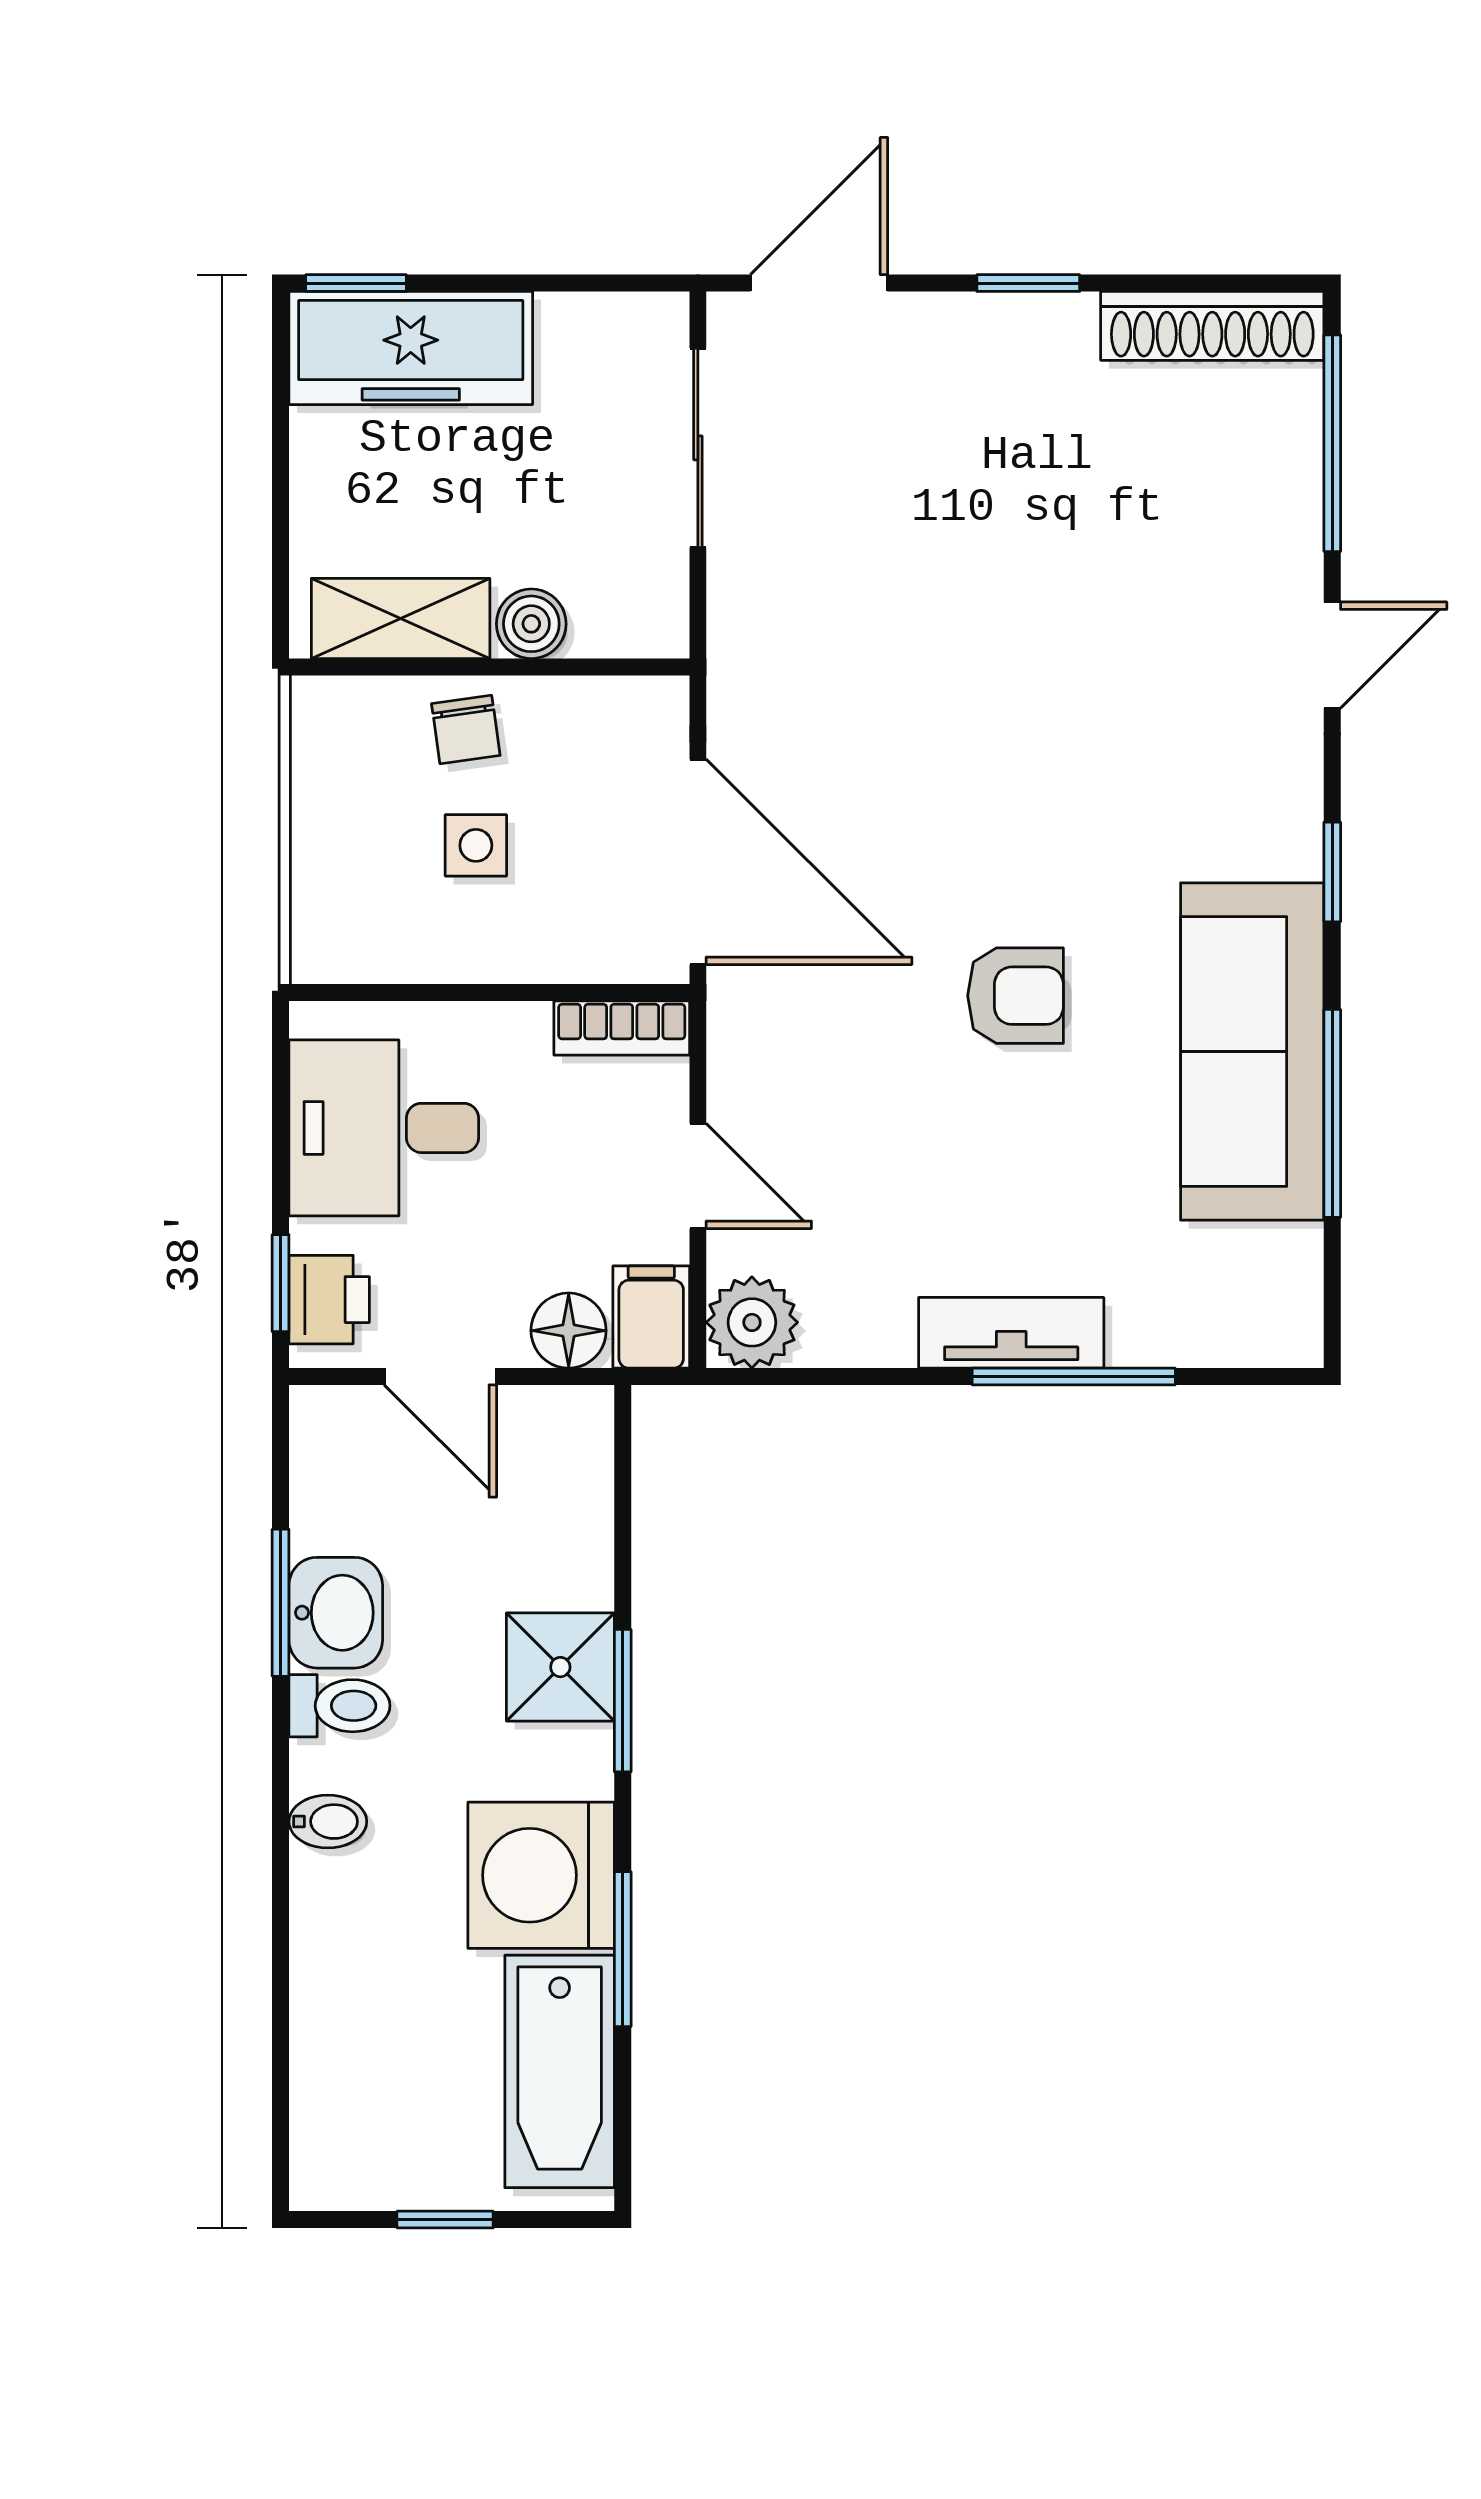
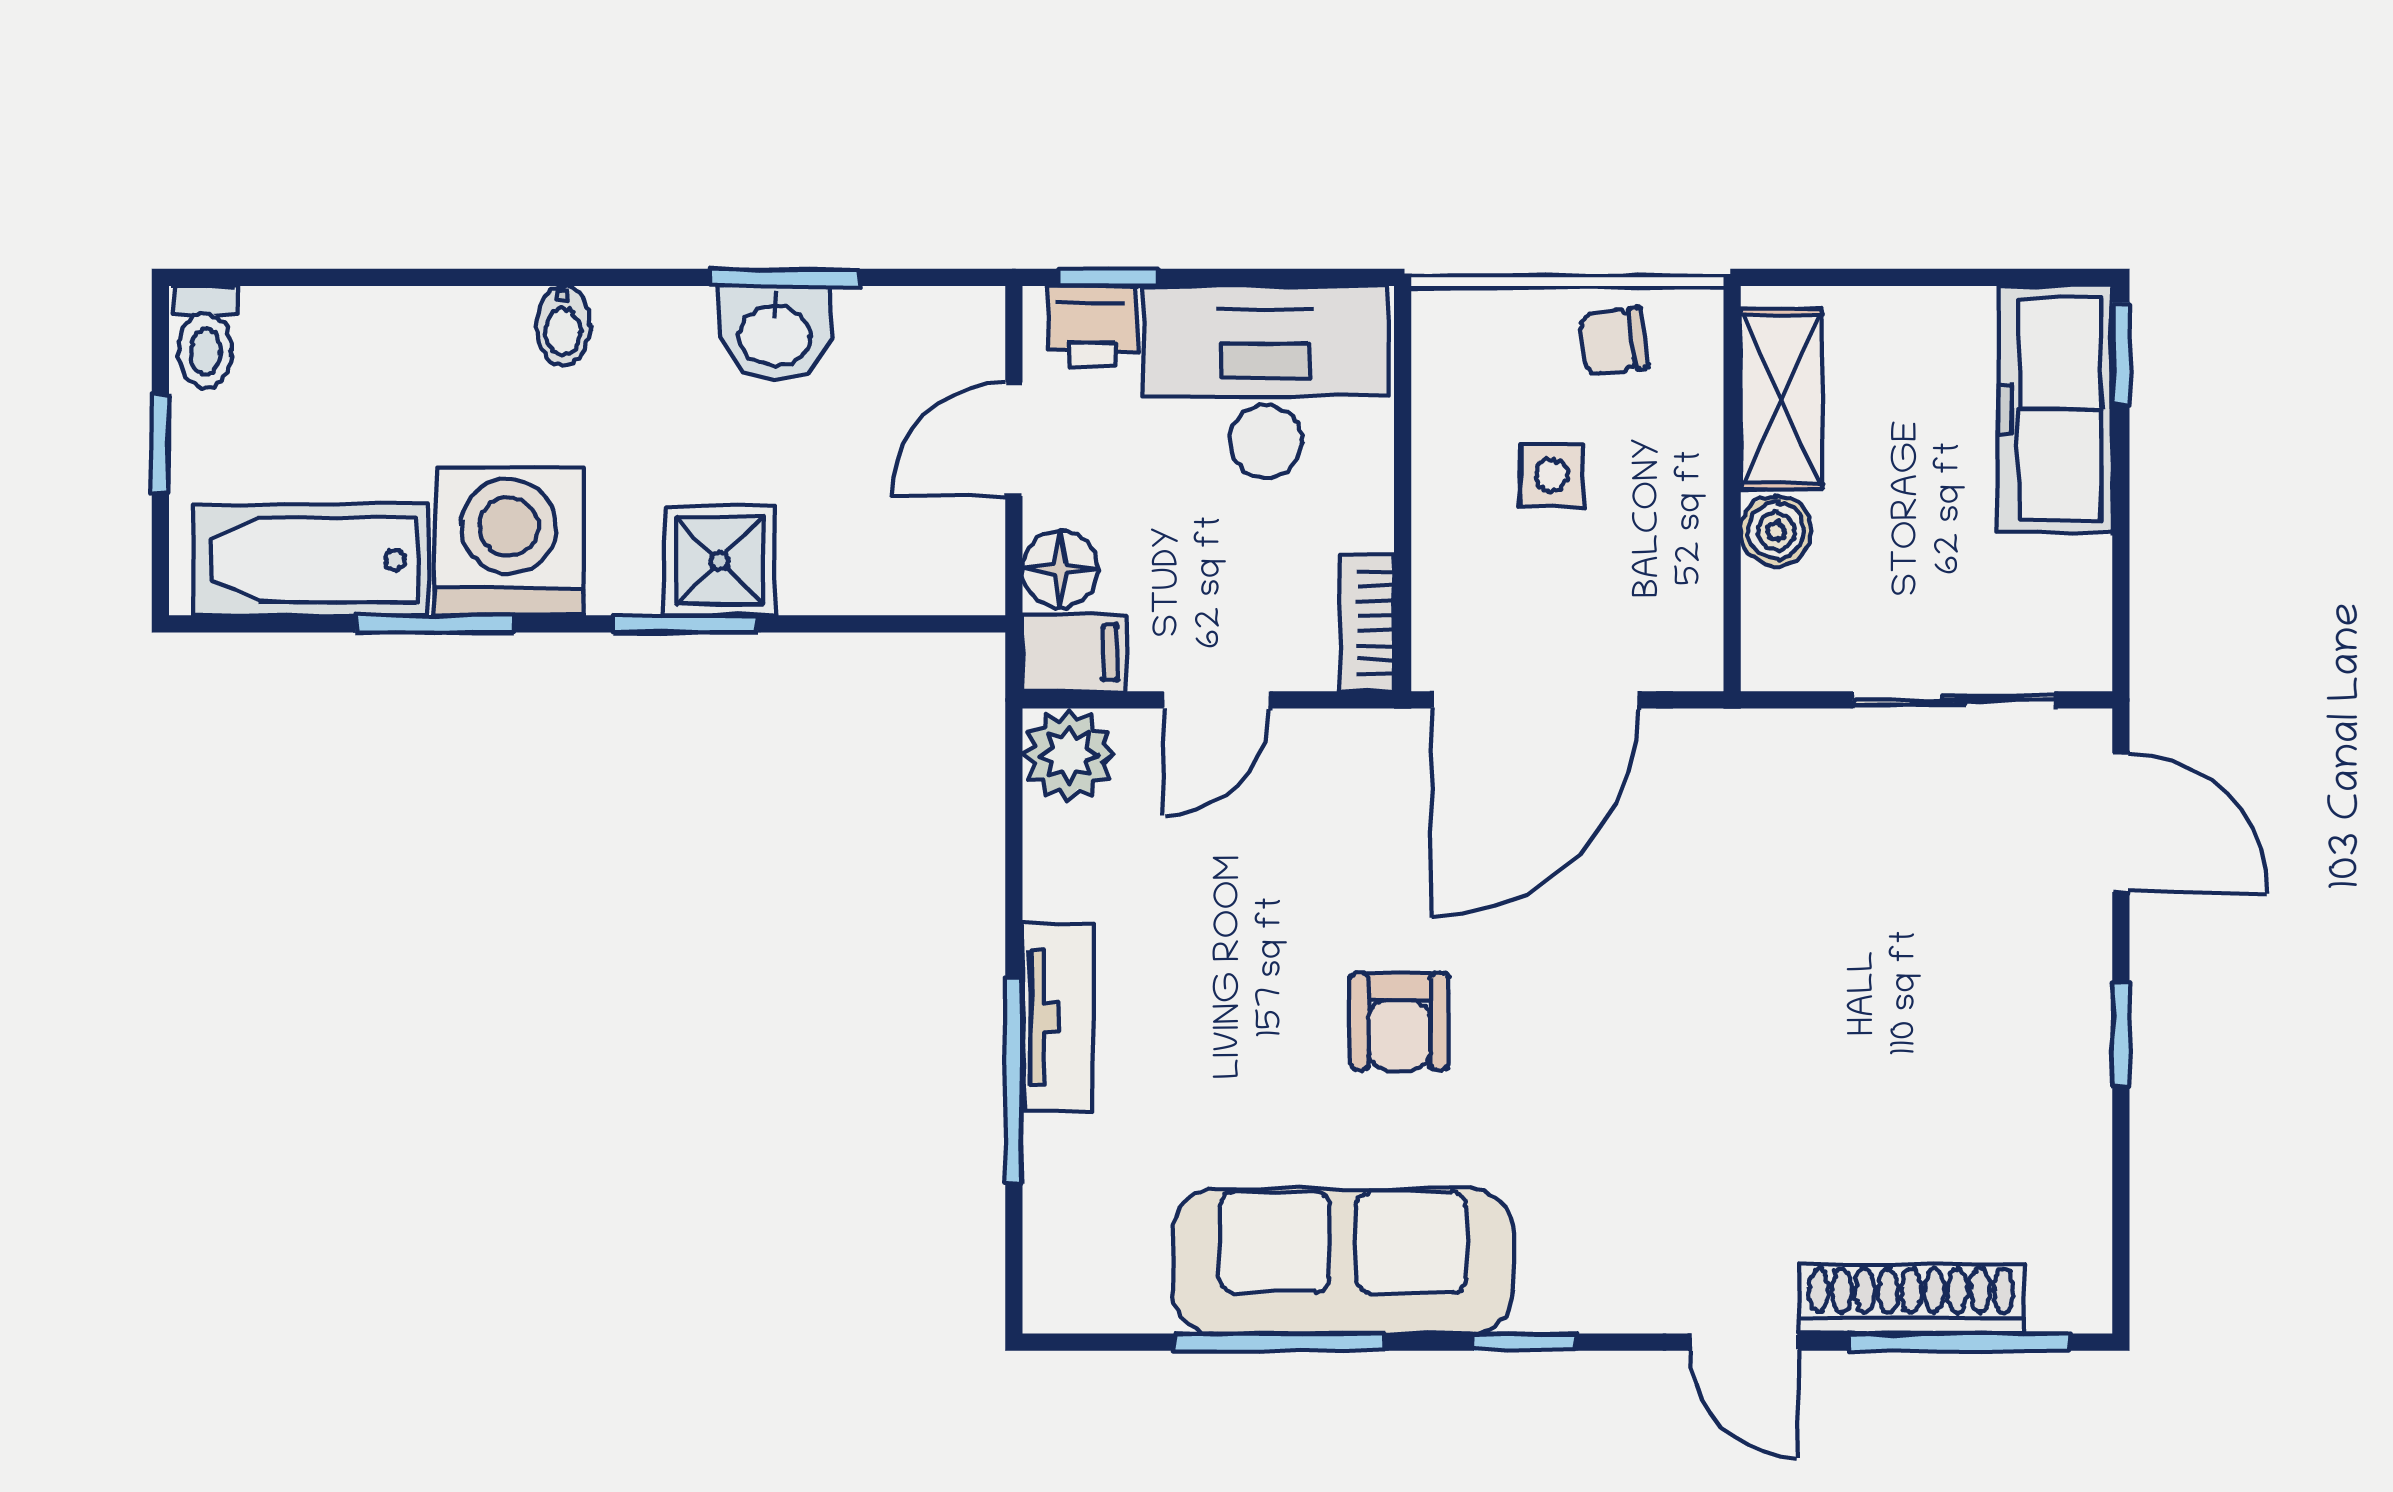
shoe rack: (1212, 326) -> (1911, 1299), moved, turned 90
chair: (466, 730) -> (1614, 341), moved
desk: (384, 1128) -> (1266, 382), width x1.37
toilet: (339, 1706) -> (205, 337), moved

